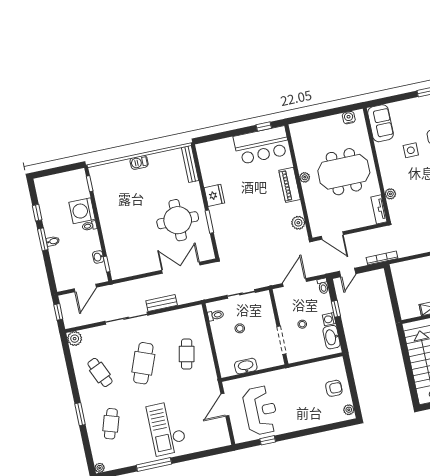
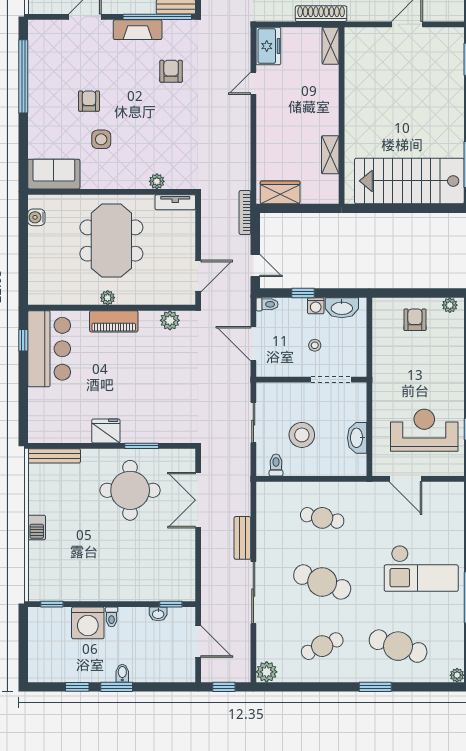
wardrobe: (401, 279) -> (280, 192), added
stool: (240, 328) -> (302, 435), width x1.89, depth x1.89
cafe table: (111, 424) -> (398, 646), width x1.37, depth x1.35

